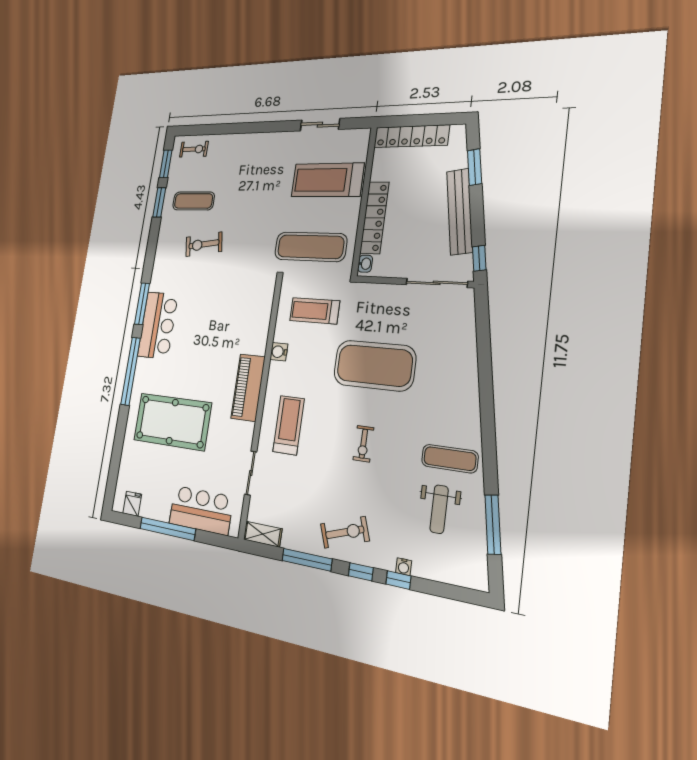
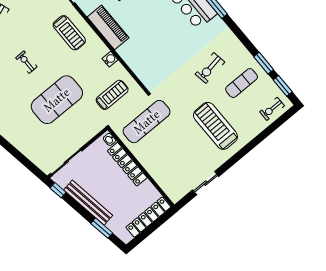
treadmill: (327, 180) -> (215, 126), moved, turned -90
exercise bike: (204, 244) -> (210, 68), turned 180

